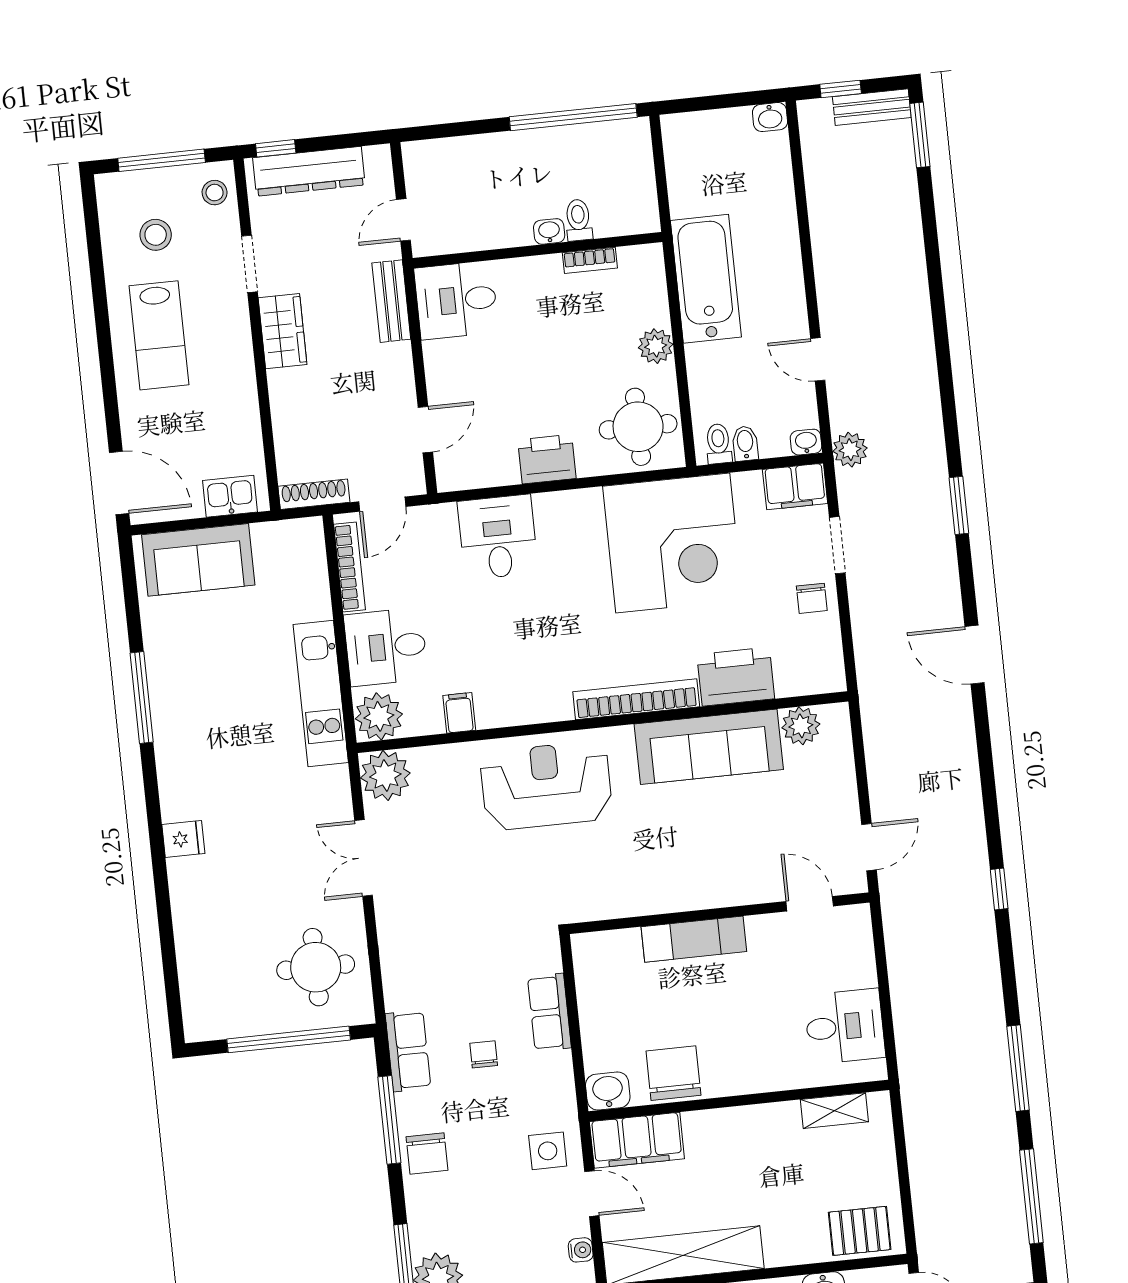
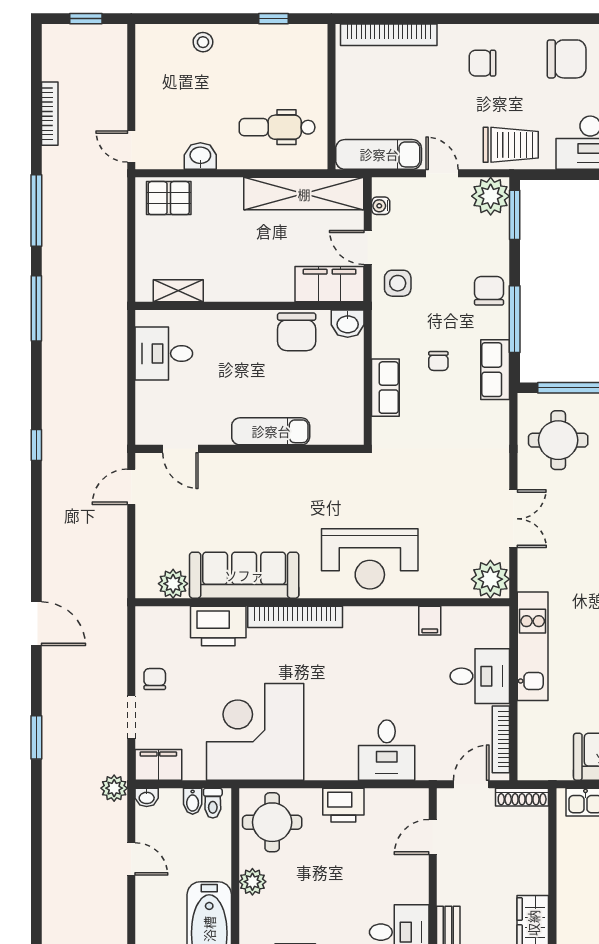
plant: (379, 716) -> (491, 624), removed

